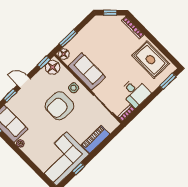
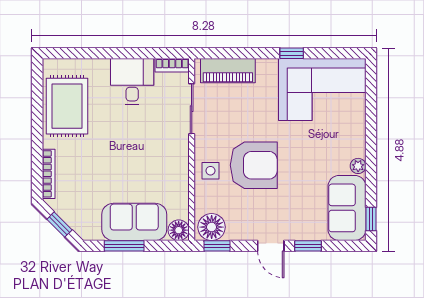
window: (68, 38) -> (124, 246), moved
sofa: (87, 71) -> (134, 222), moved, turned 90
window: (168, 81) -> (72, 53), removed
piano: (95, 139) -> (228, 71), moved
window: (78, 169) -> (292, 53), moved

